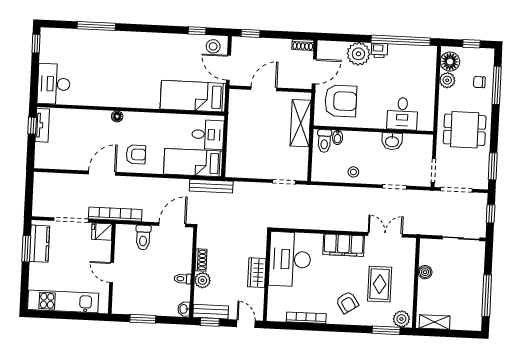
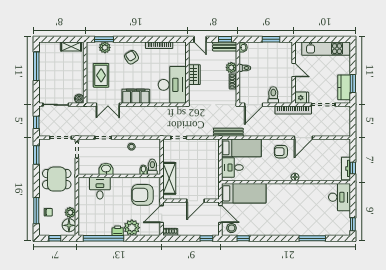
boiler: (425, 272) -> (79, 99), moved
rug: (380, 284) -> (101, 75), moved
plant: (401, 319) -> (105, 48), moved

